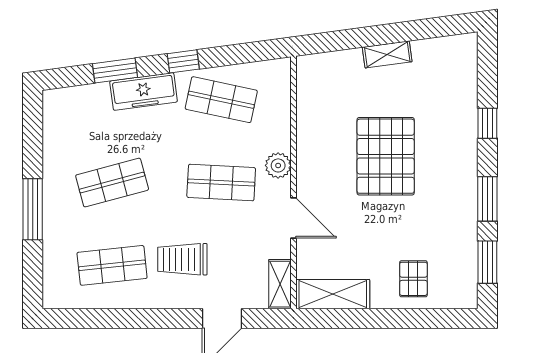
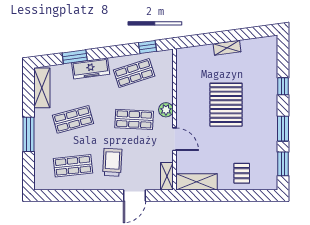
window: (183, 61) -> (148, 47), moved
shop shelf: (221, 100) -> (134, 73), turned -30
shelving: (57, 126) -> (42, 88), added
trolley: (182, 259) -> (112, 162), turned 93

